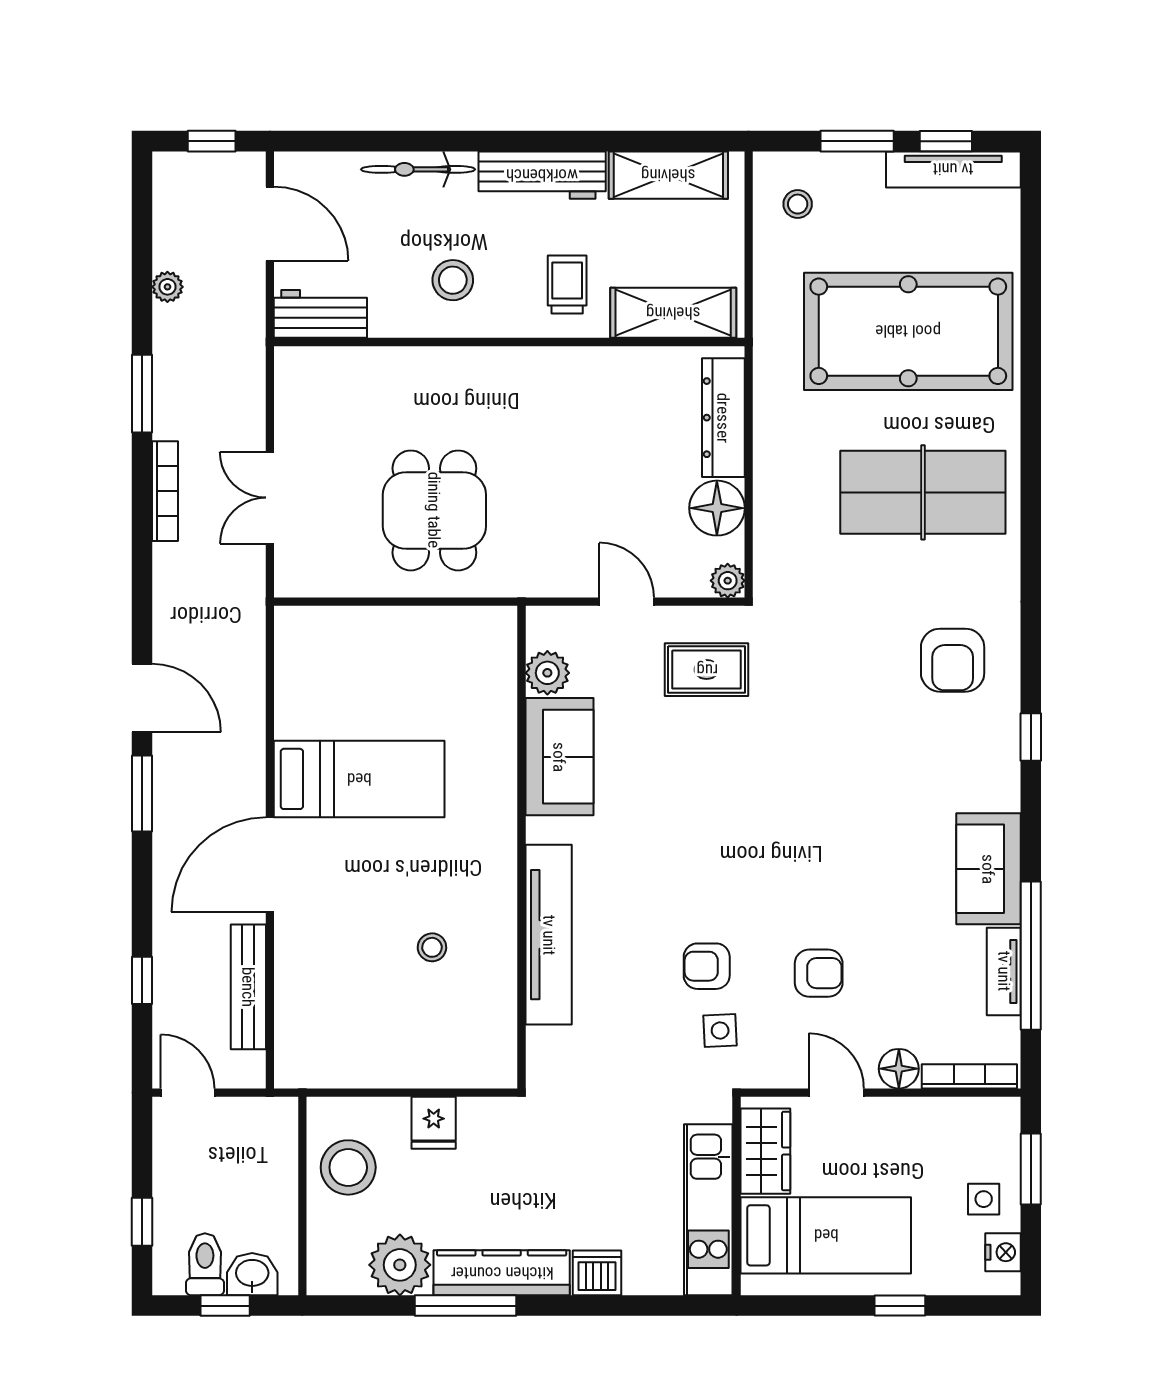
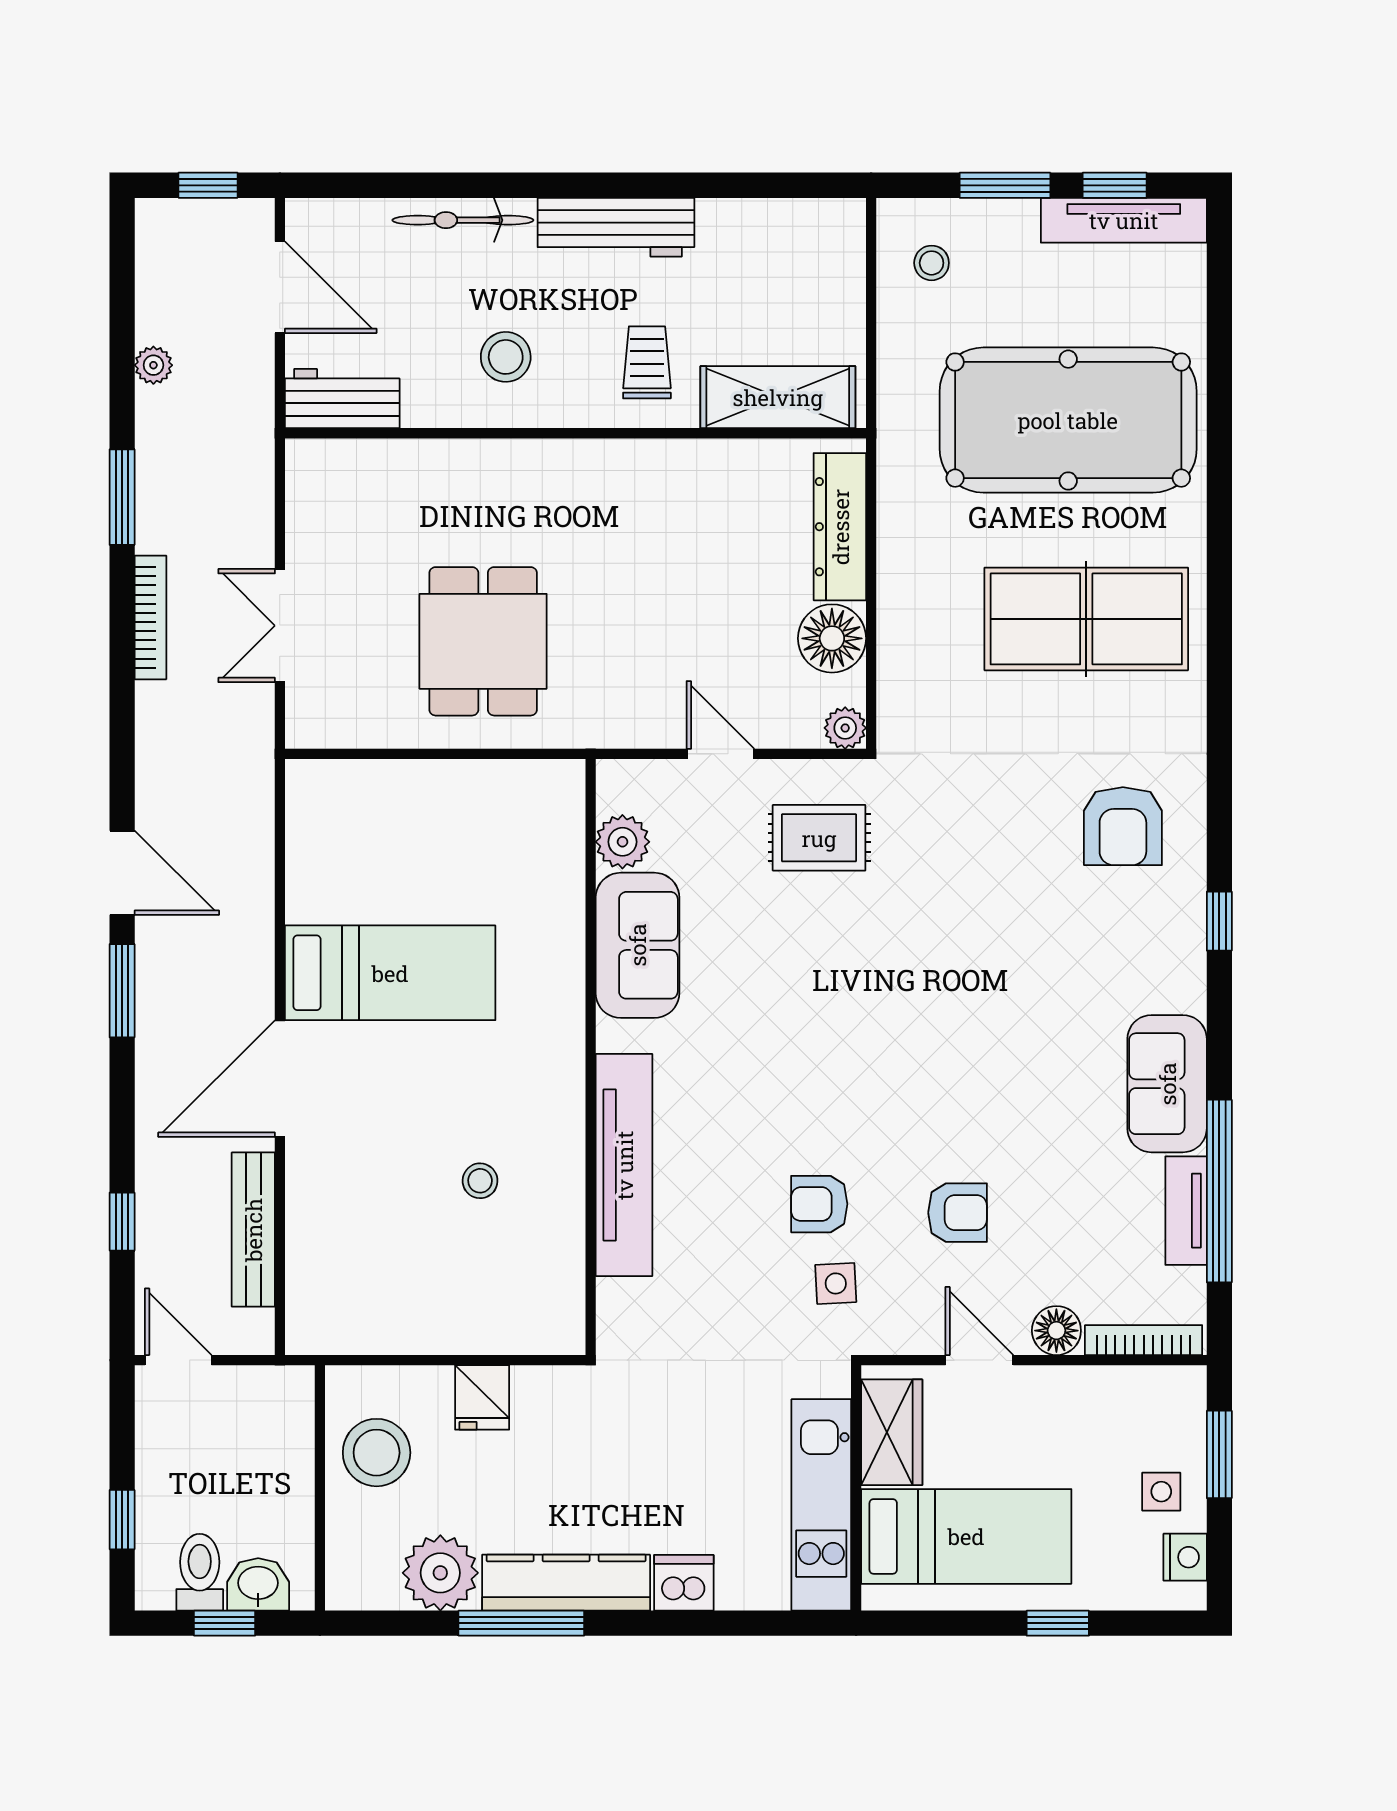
shelving: (668, 175) -> (772, 227), removed

